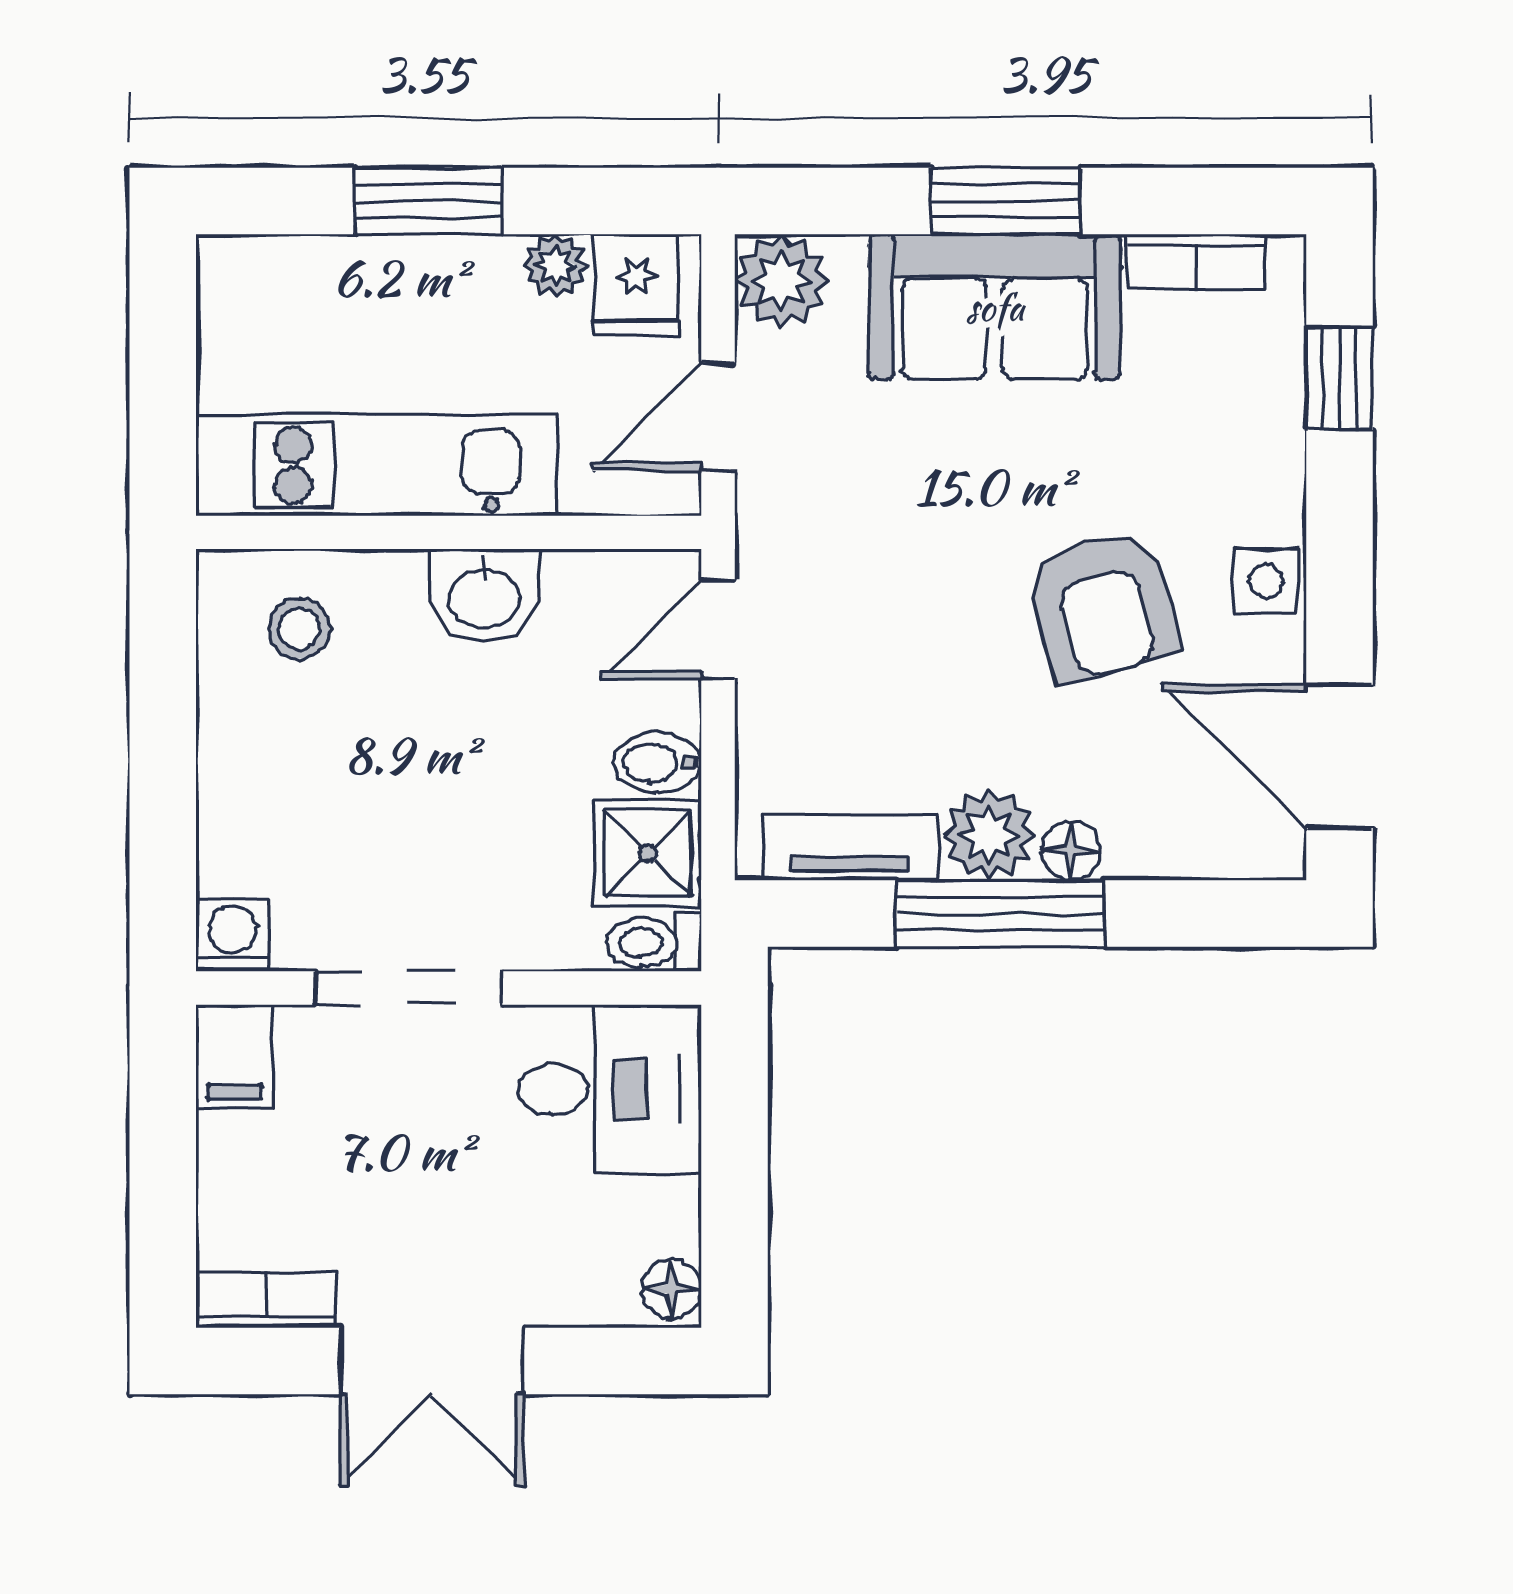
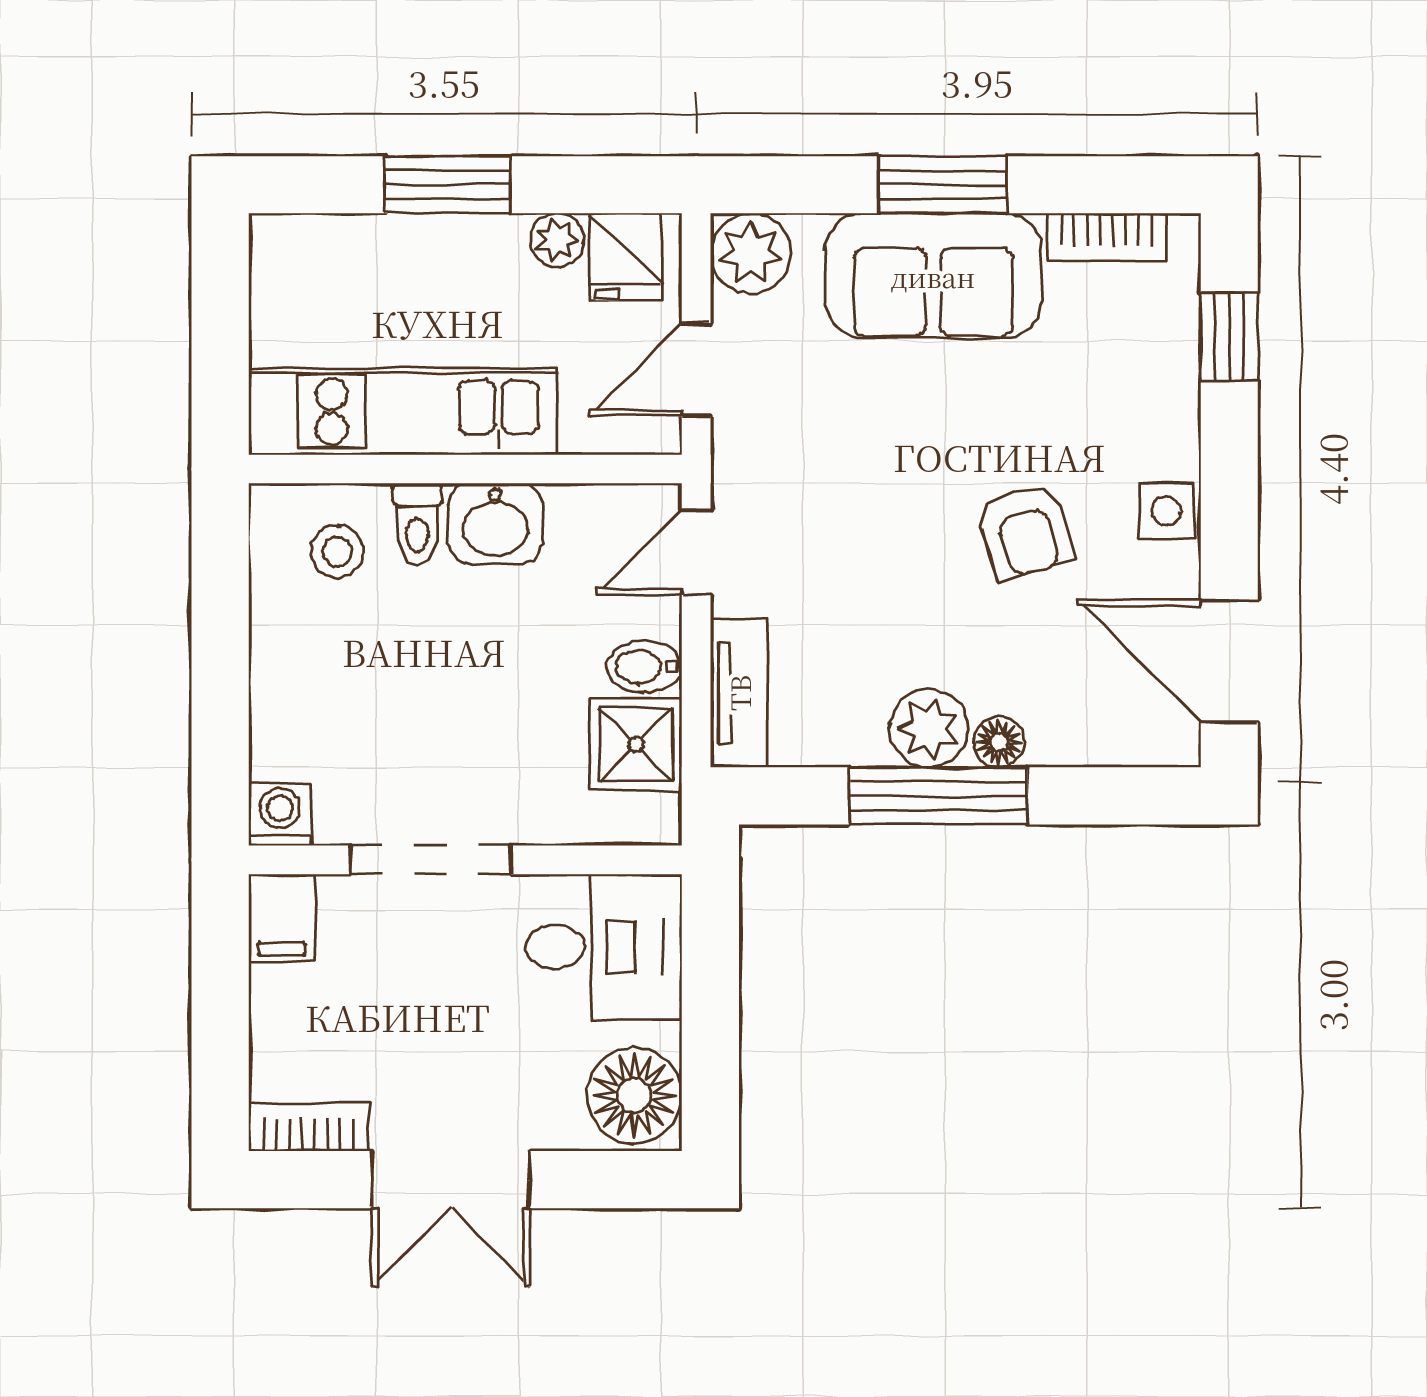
armchair: (1102, 605) -> (1026, 531), width x0.72, depth x0.72
tv unit: (850, 847) -> (739, 693), moved, turned 90
toilet: (654, 942) -> (417, 524), moved, turned -90
floor lamp: (672, 1289) -> (634, 1095), width x1.89, depth x1.89

